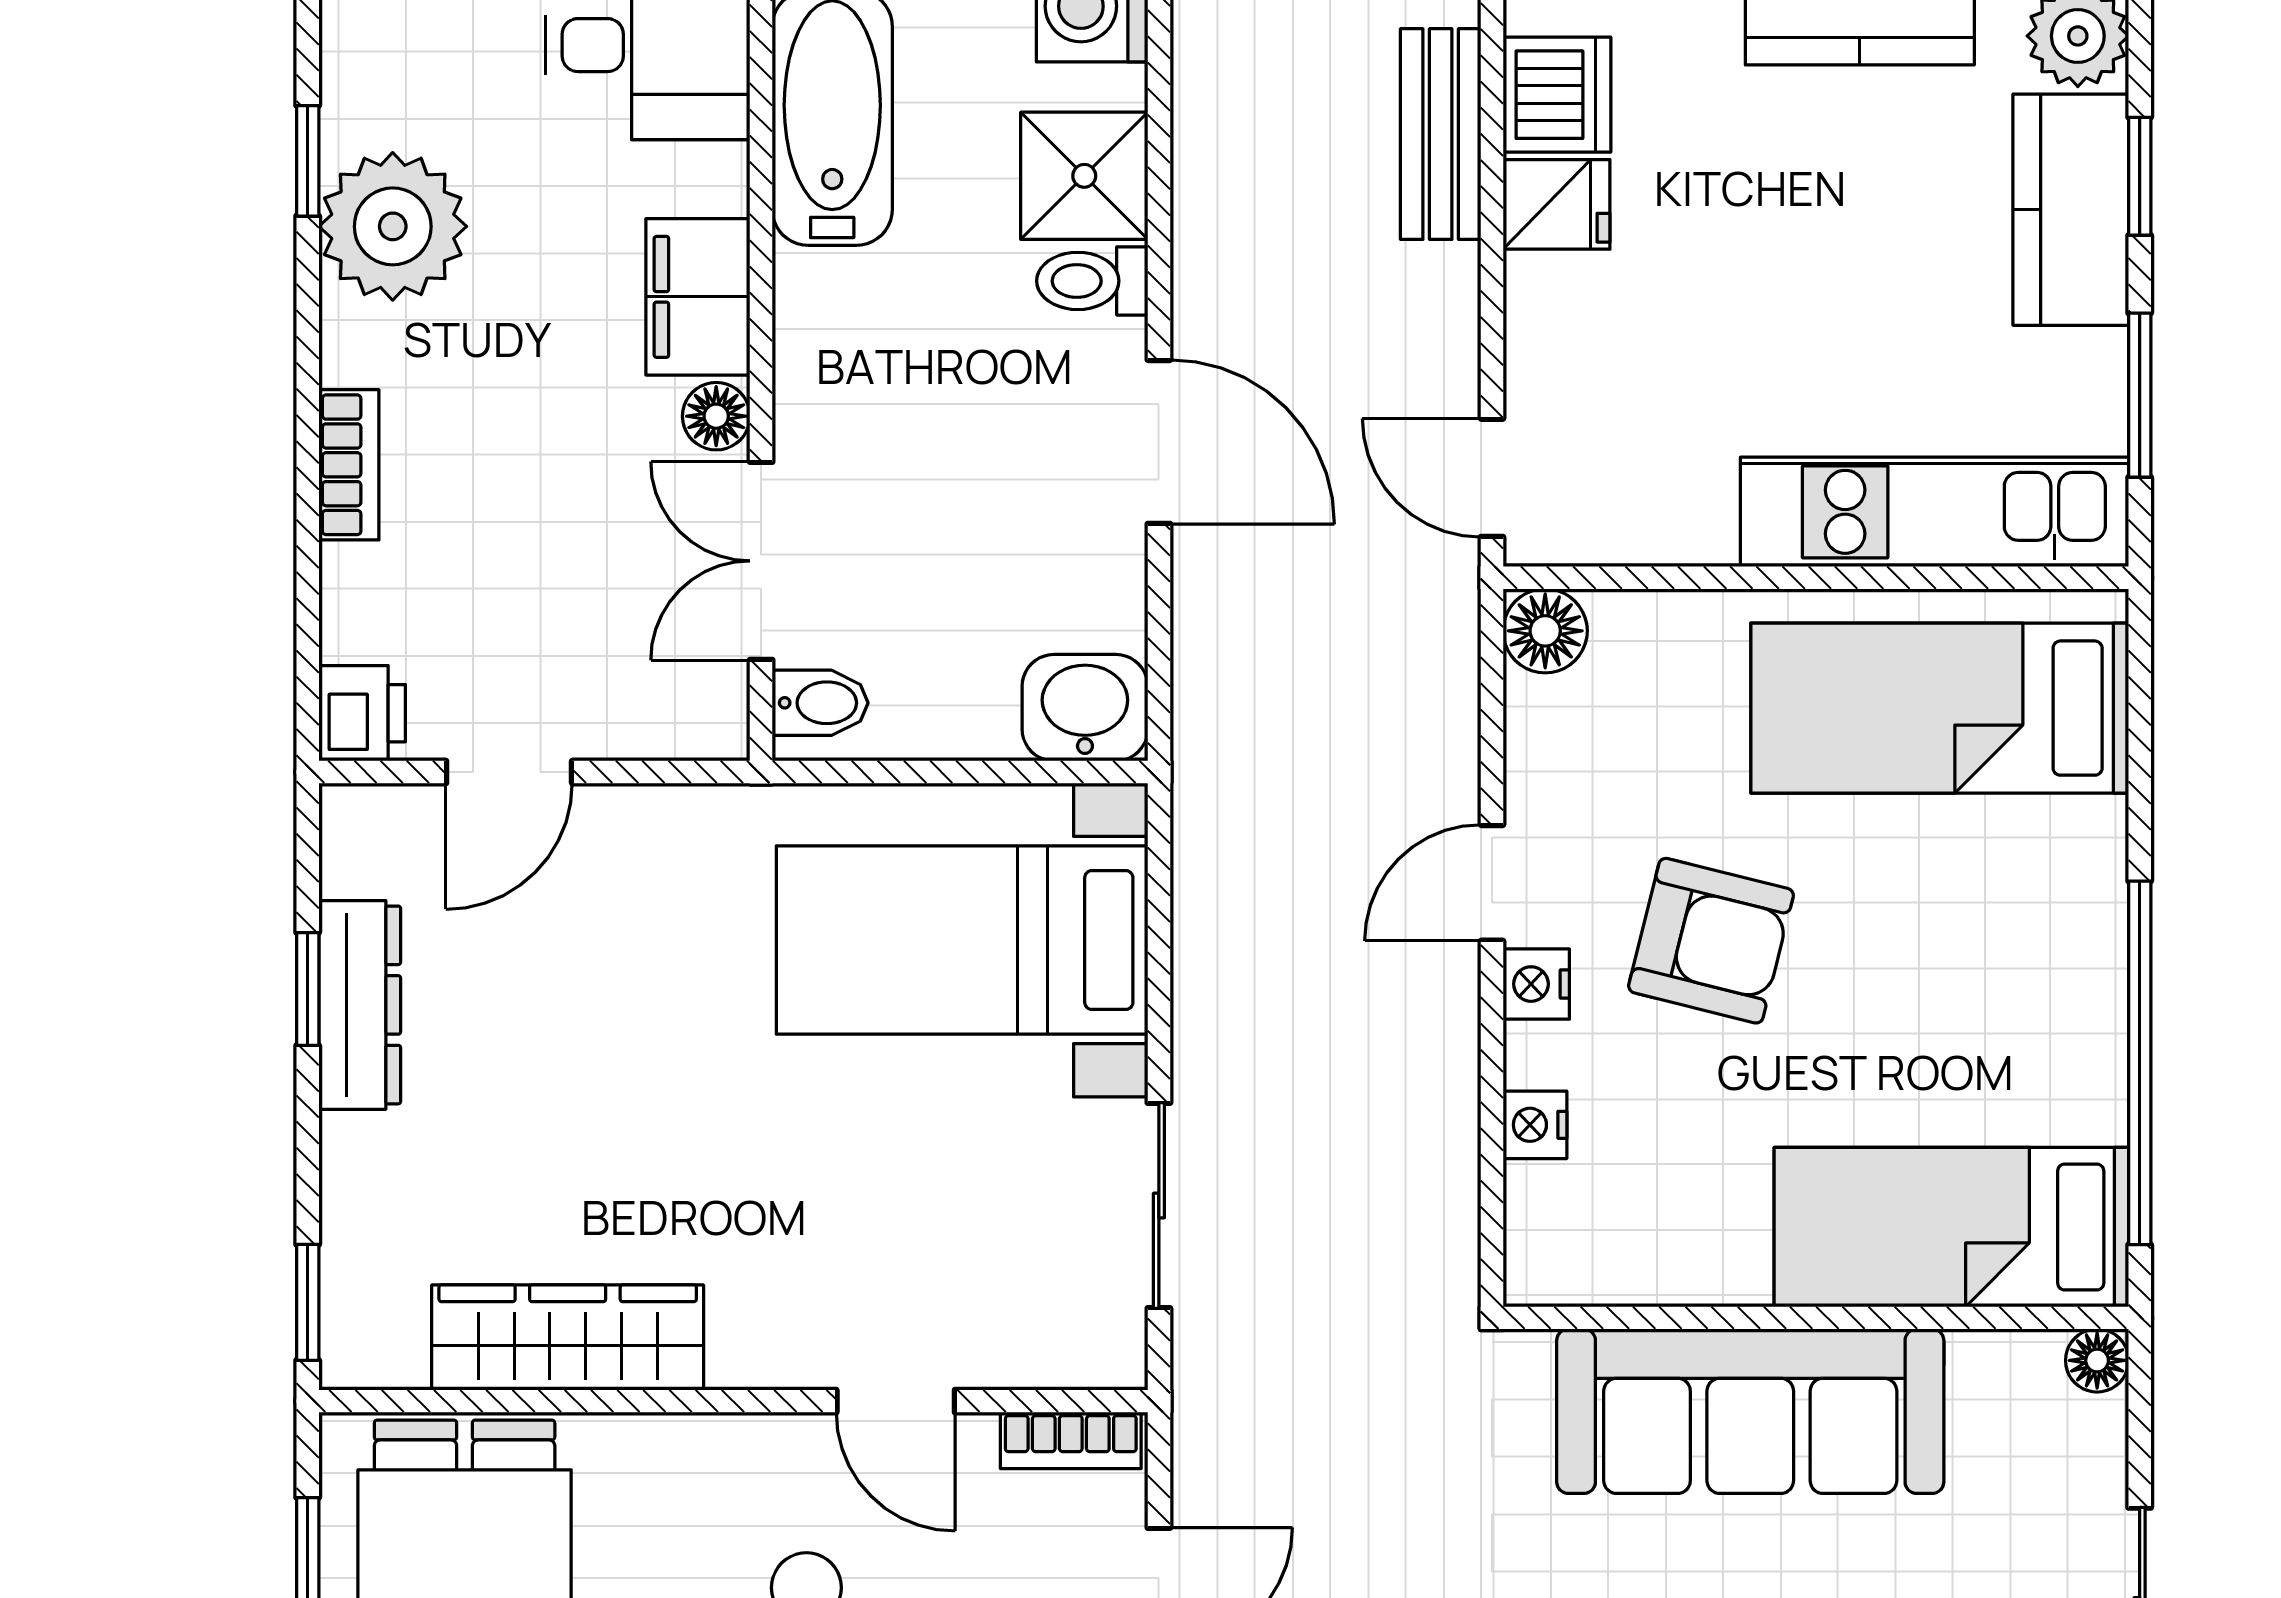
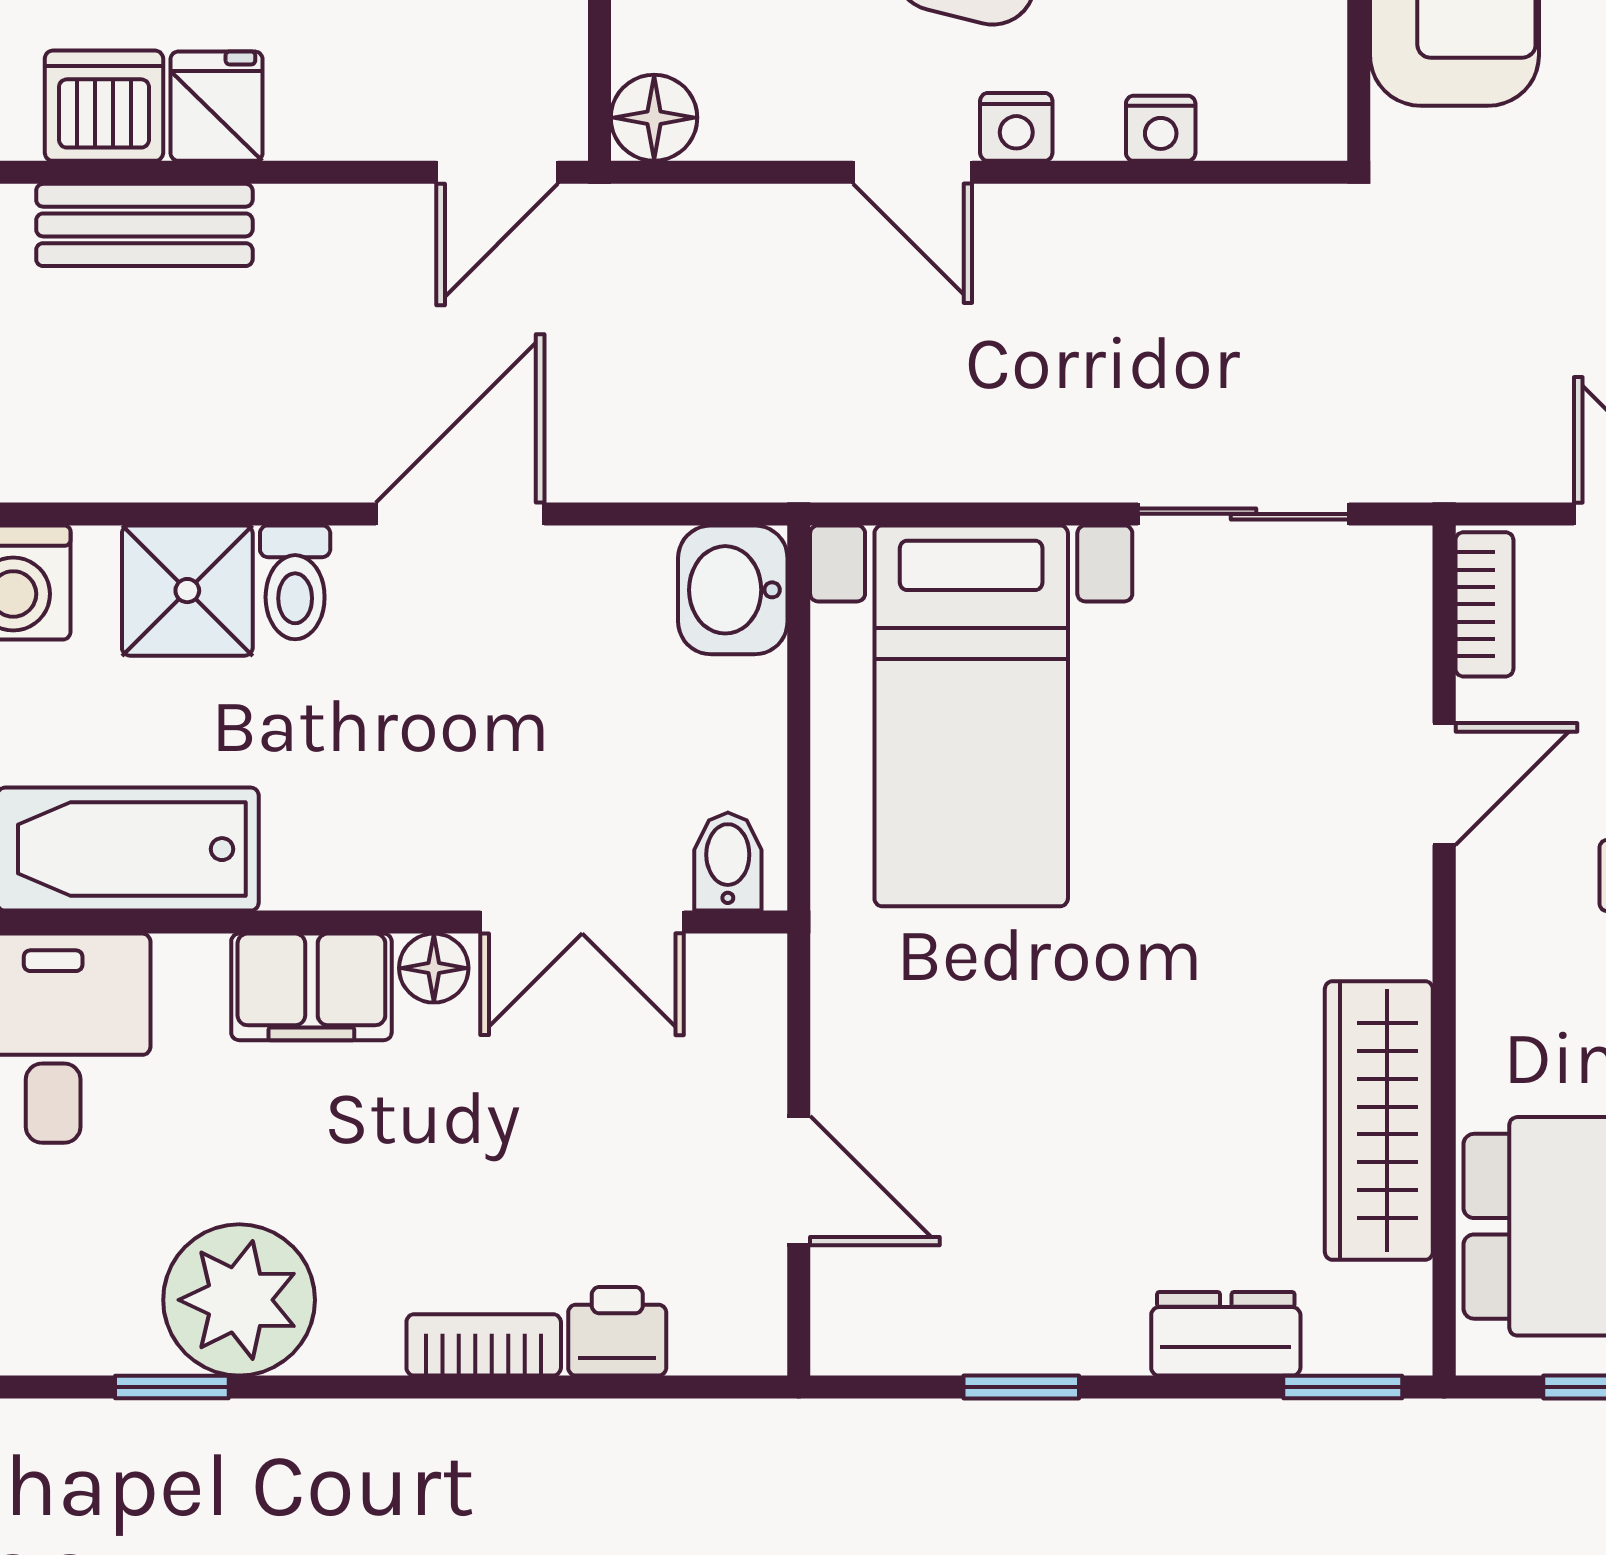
printer: (362, 713) -> (617, 1331), moved
dresser: (360, 1005) -> (1226, 1334), moved, width x0.70

